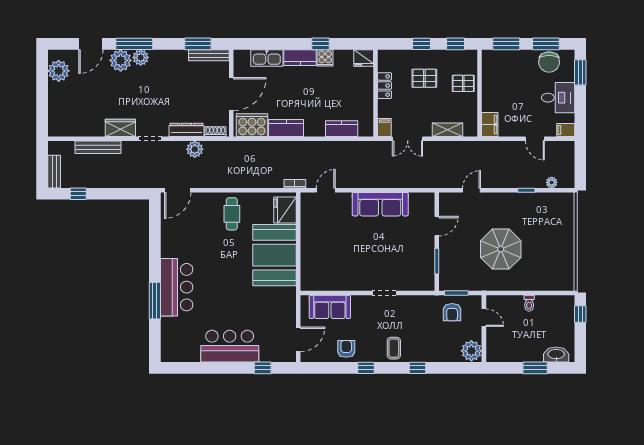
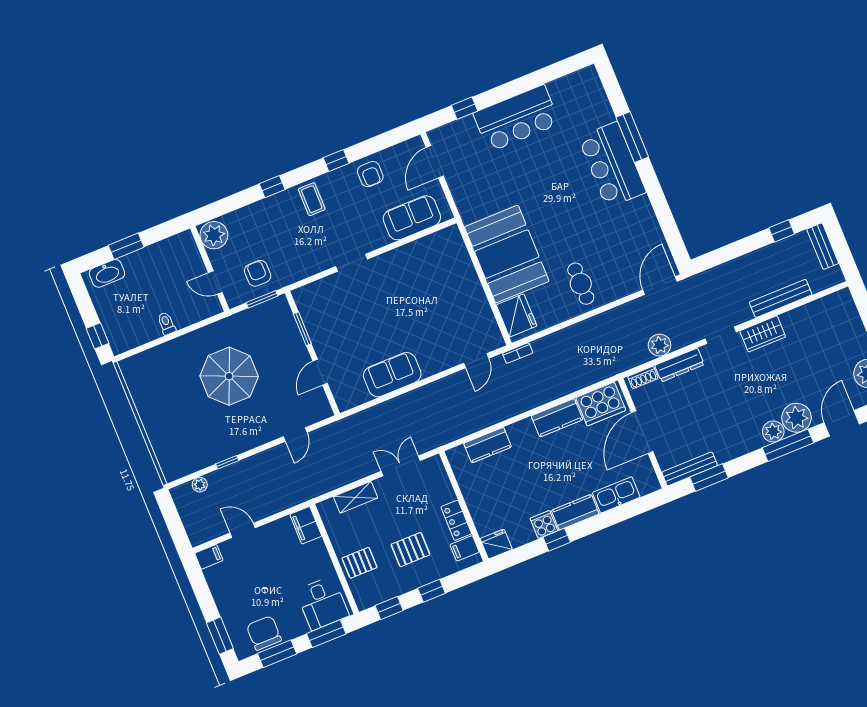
desk: (558, 98) -> (322, 603), moved, turned -90
filing cabinet: (384, 128) -> (465, 548), moved, turned 90
sofa: (380, 204) -> (392, 375), width x0.73

